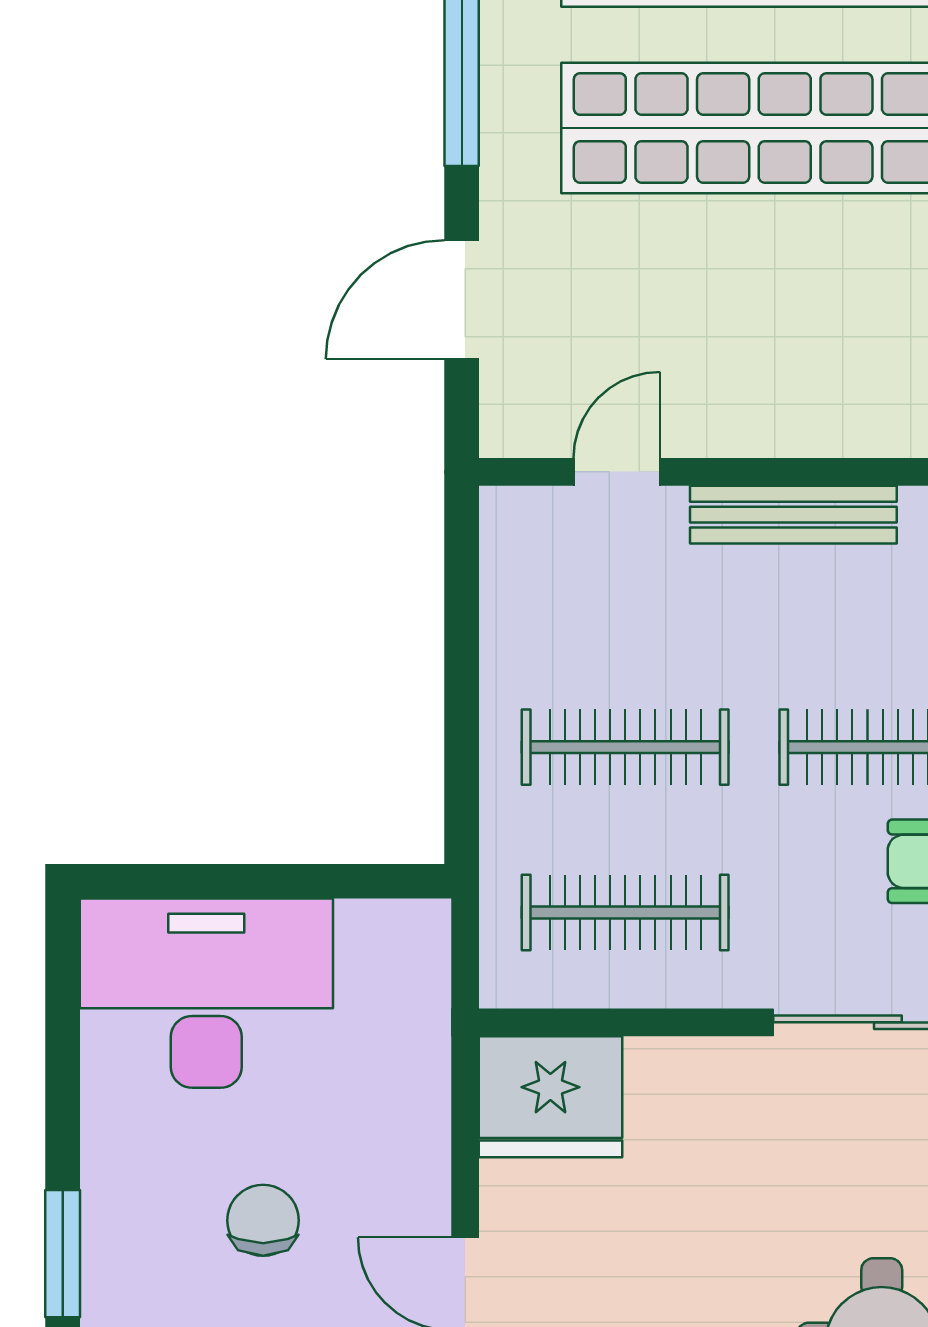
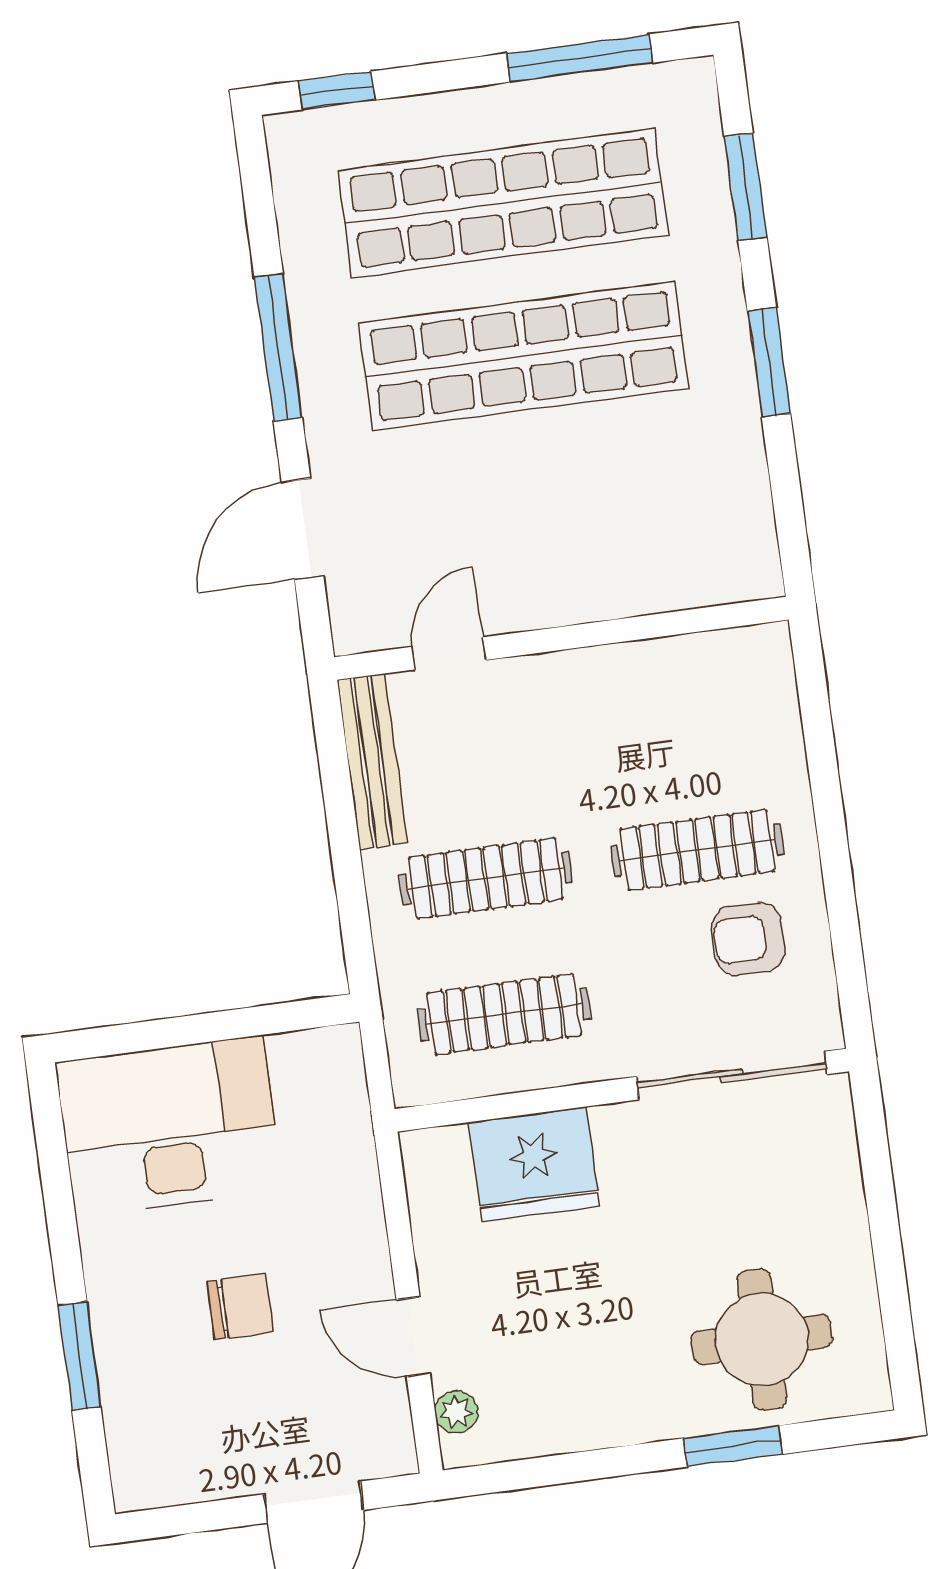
bench: (793, 515) -> (372, 761), moved, turned 90
fridge: (550, 1097) -> (534, 1164), moved
chair: (263, 1220) -> (240, 1307), turned 90

